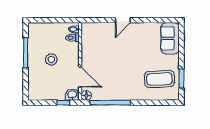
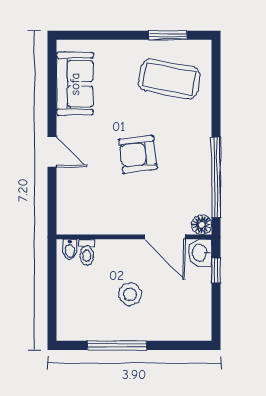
sofa: (170, 38) -> (75, 84), moved, turned -90
armchair: (122, 63) -> (138, 154), added
door: (80, 77) -> (165, 237), swing flipped
coffee table: (159, 79) -> (169, 79), turned -76

